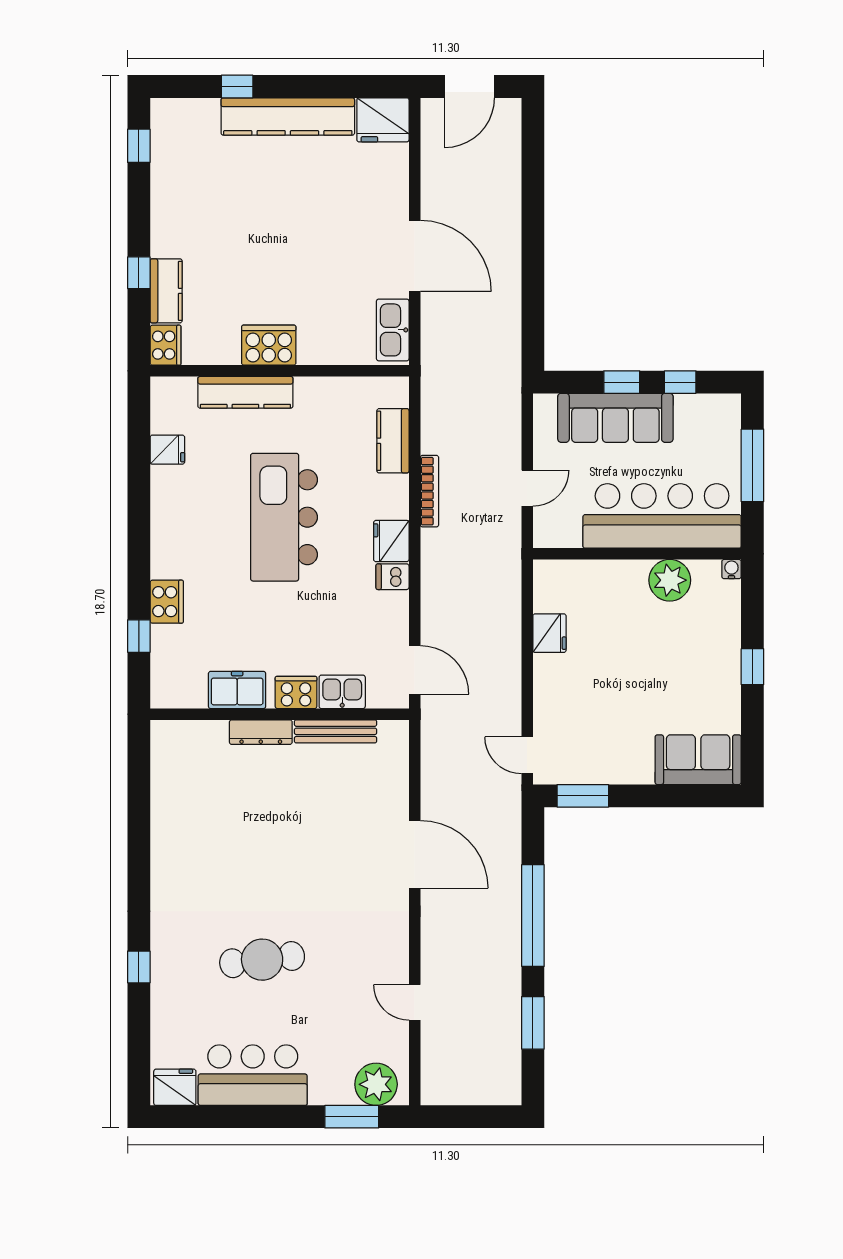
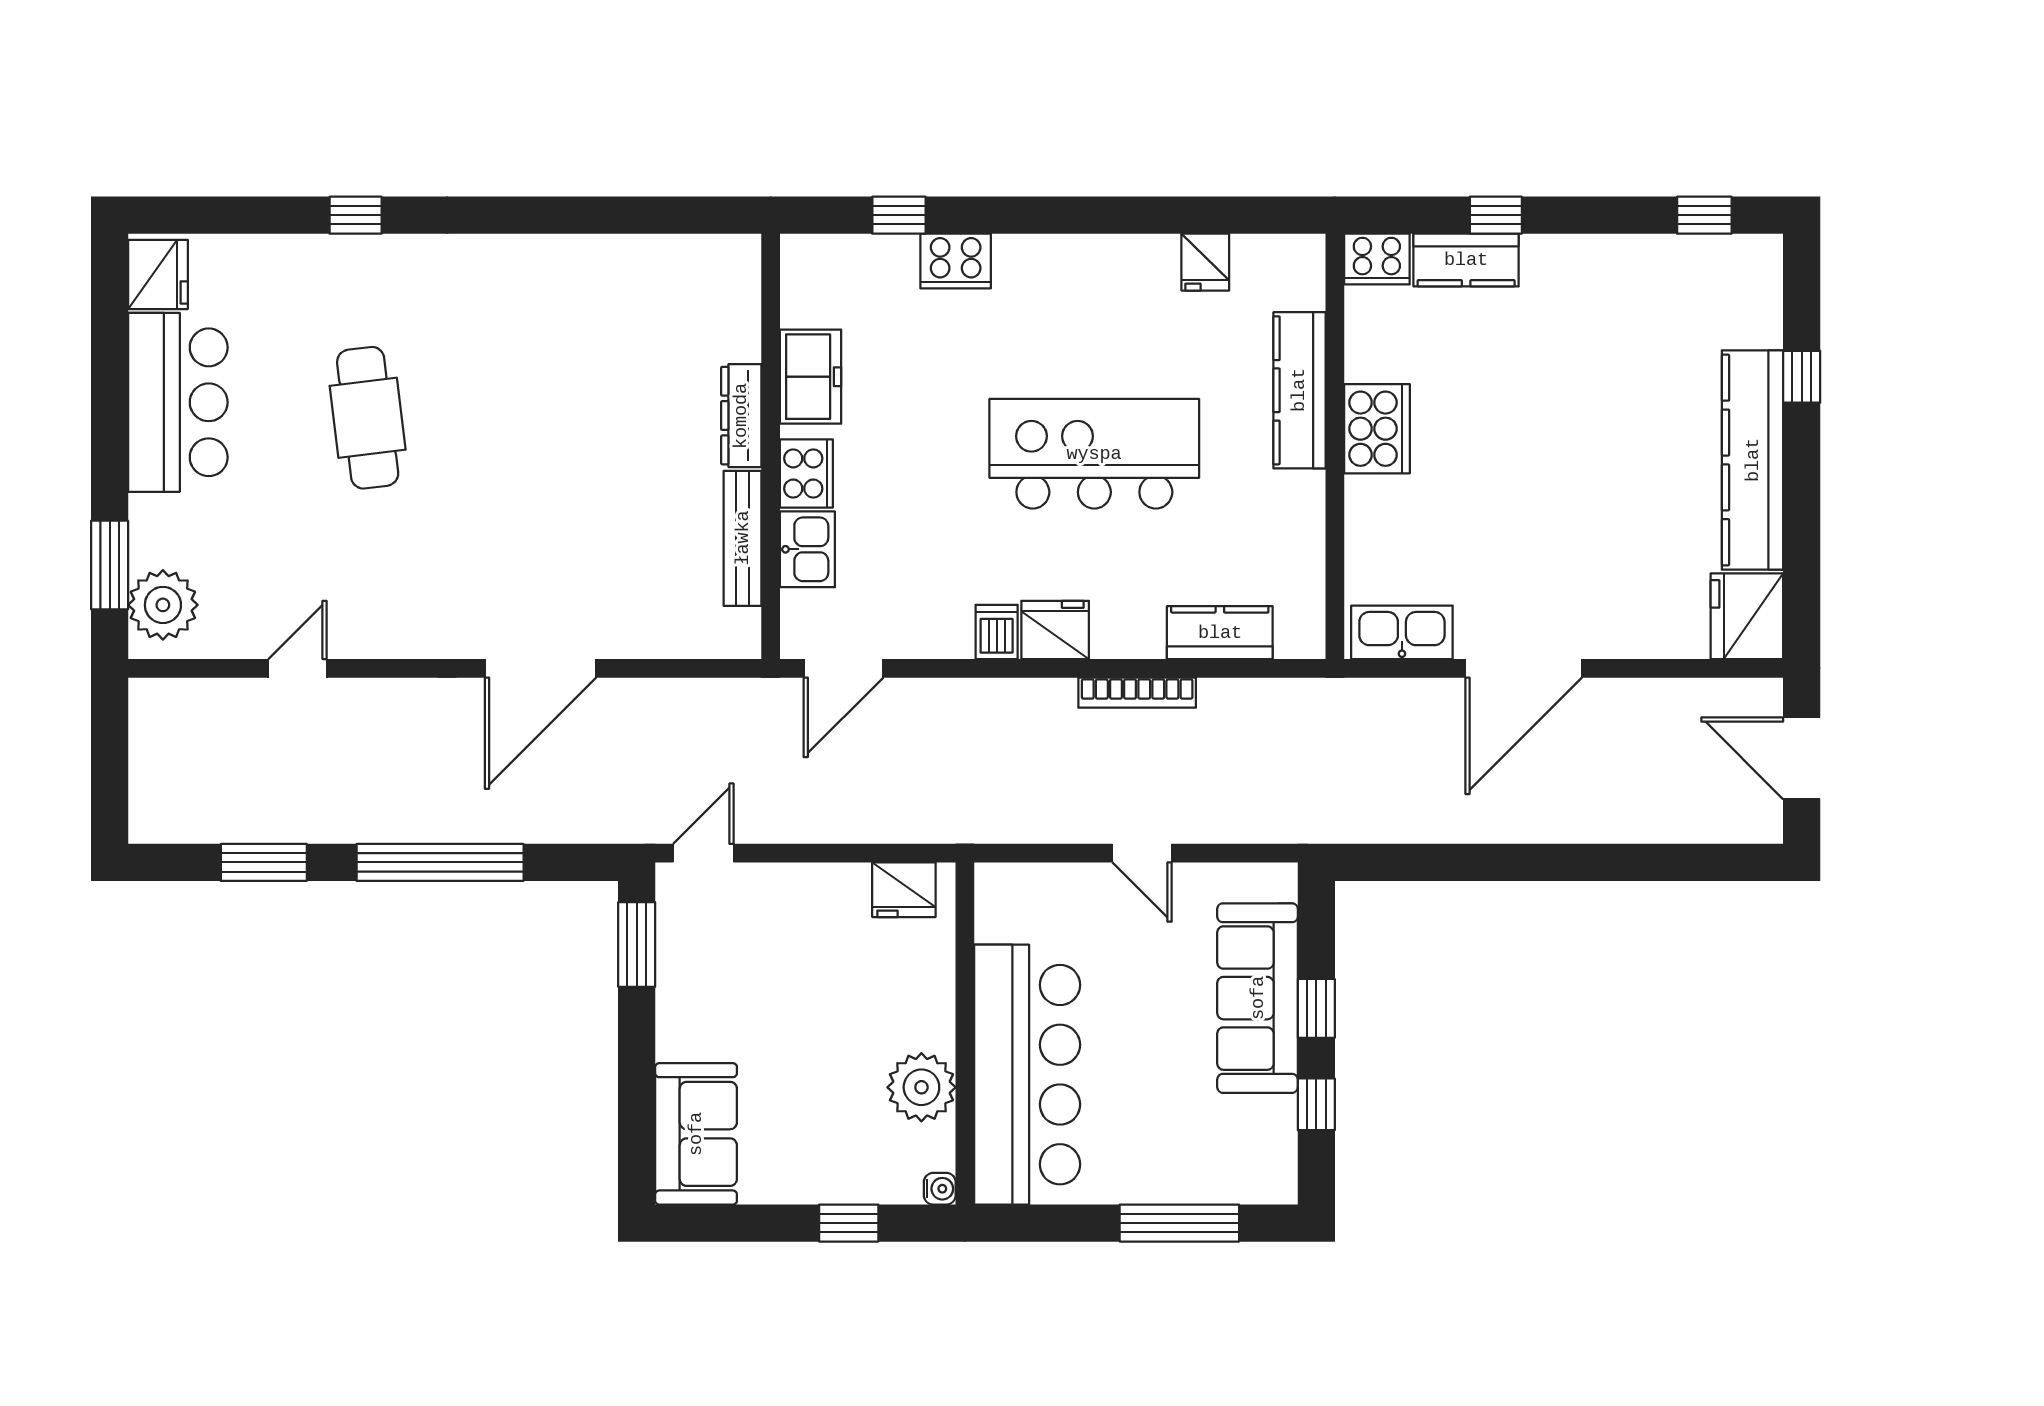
bar counter: (662, 516) -> (1027, 1075), moved
wall: (637, 554) -> (965, 1034), moved
water cooler: (731, 569) -> (940, 1189), moved
plant: (670, 580) -> (921, 1087), moved

